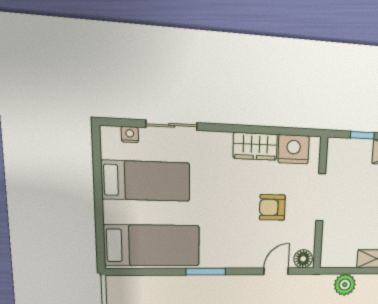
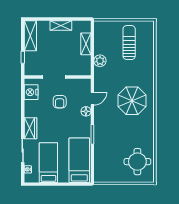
wardrobe: (255, 146) -> (30, 128), moved
floor lamp: (303, 259) -> (86, 111), moved
door: (276, 271) -> (92, 98), swing flipped

